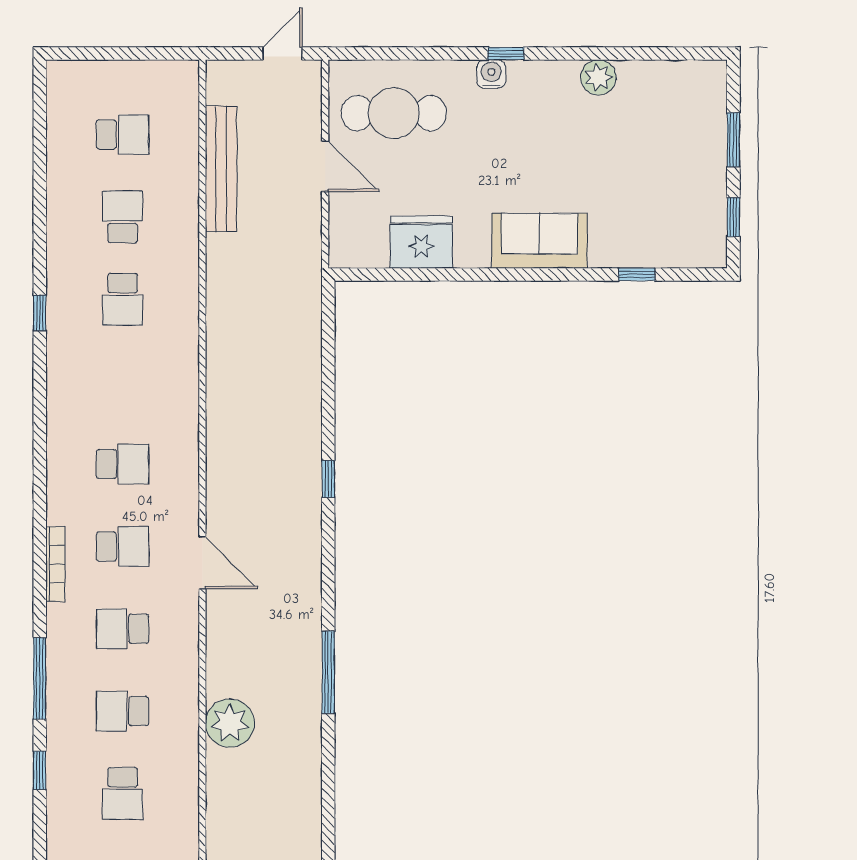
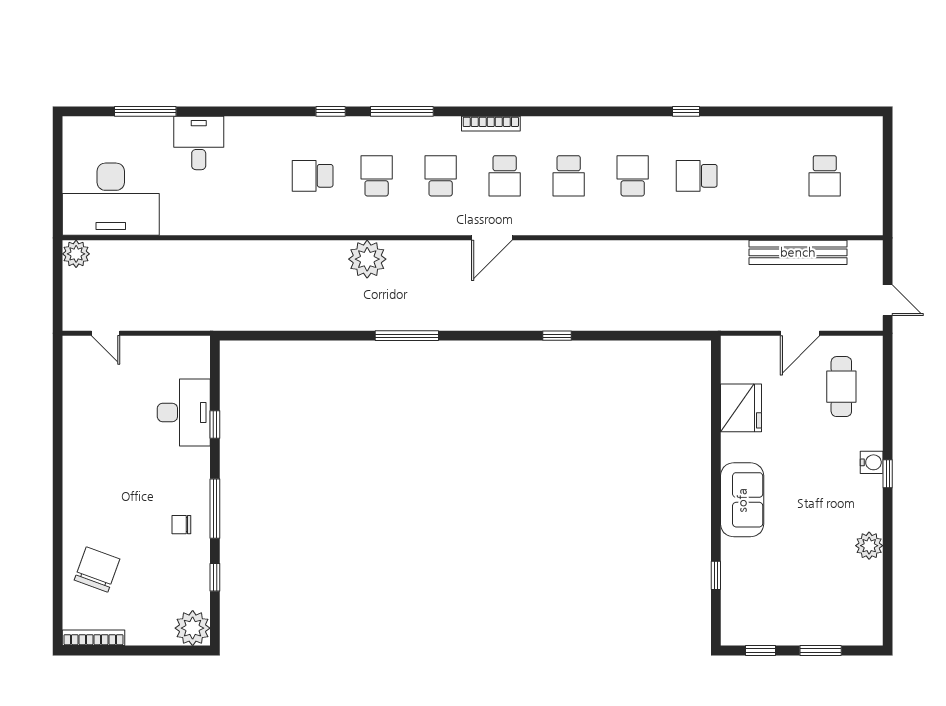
cafe table: (394, 113) -> (841, 387), width x0.73, depth x0.74
school desk: (123, 217) -> (633, 176), moved, turned -90

